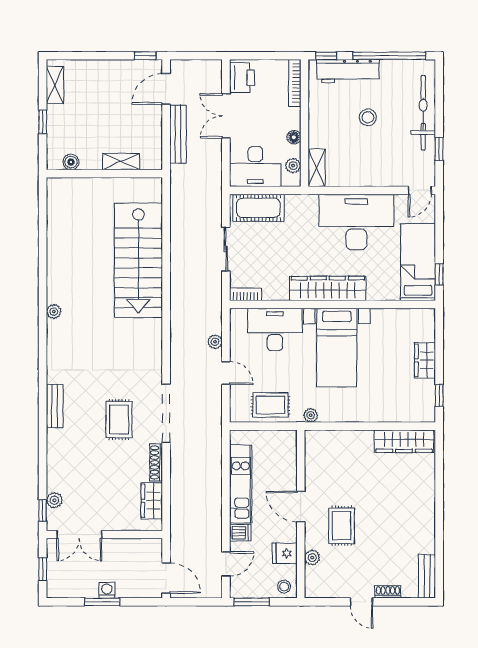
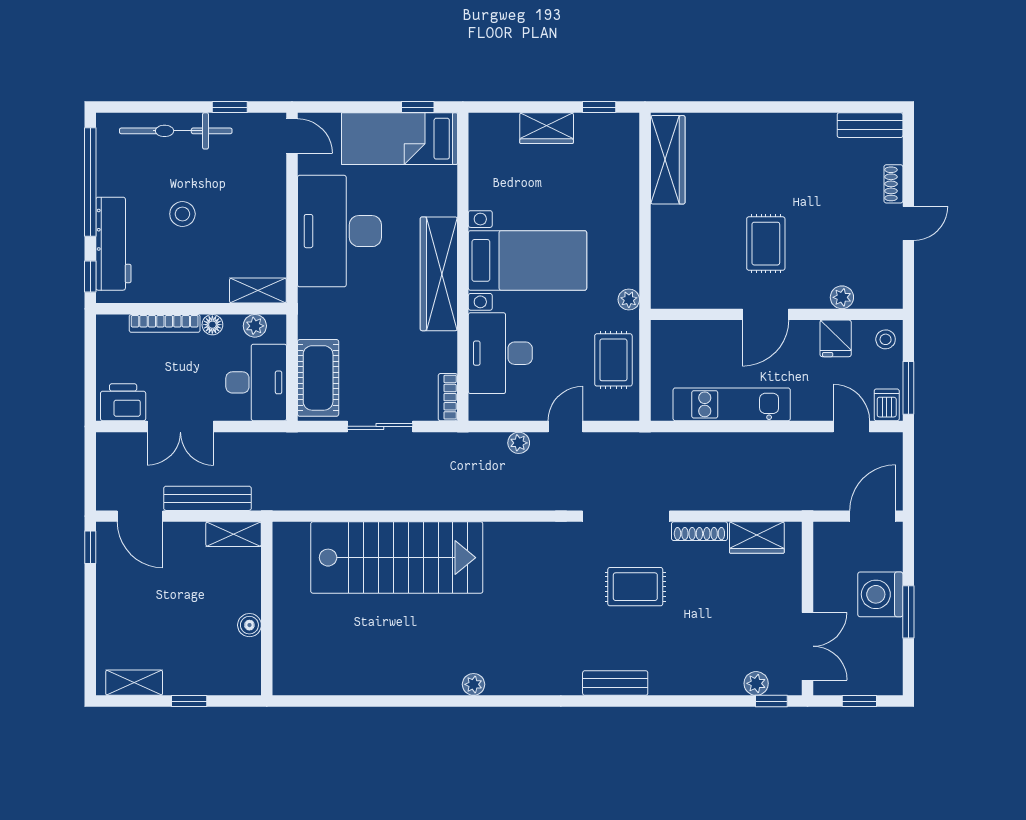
bookcase: (295, 83) -> (165, 323), moved
boiler: (71, 162) -> (249, 625), moved
shelving: (121, 162) -> (234, 534), moved, turned 90
rug: (342, 526) -> (766, 244), moved, turned 90
dishwasher: (240, 533) -> (887, 405), moved
washing machine: (107, 590) -> (880, 594), width x1.89, depth x1.89

